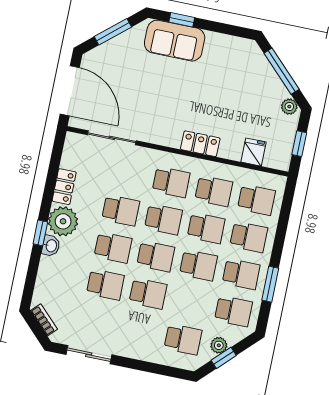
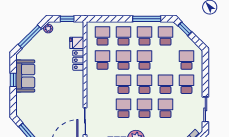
window: (182, 20) -> (13, 80), moved
sofa: (175, 41) -> (25, 76), moved
locker: (200, 144) -> (78, 60), moved
school desk: (171, 182) -> (186, 84), moved
window: (270, 284) -> (147, 19), width x1.44
plant: (219, 345) -> (186, 40), removed
window: (224, 358) -> (185, 29), moved

